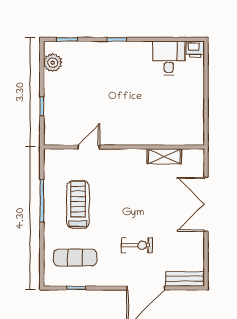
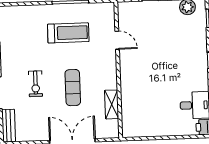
exercise mat: (75, 258) -> (73, 88), moved

